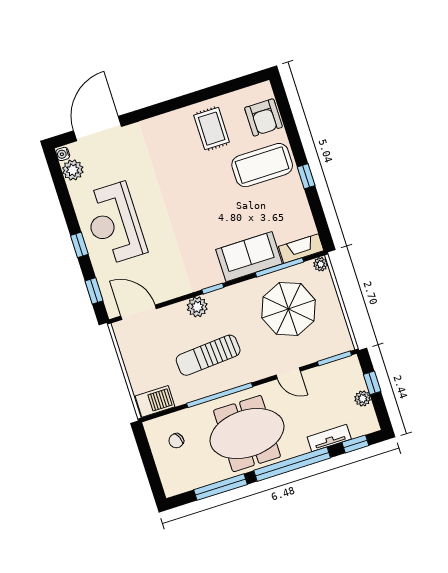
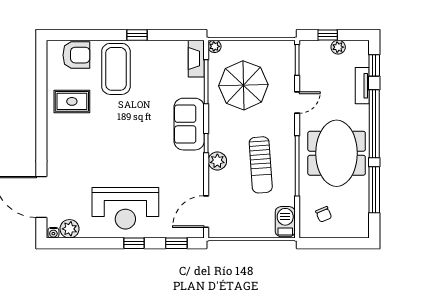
sofa: (249, 257) -> (189, 124), moved

